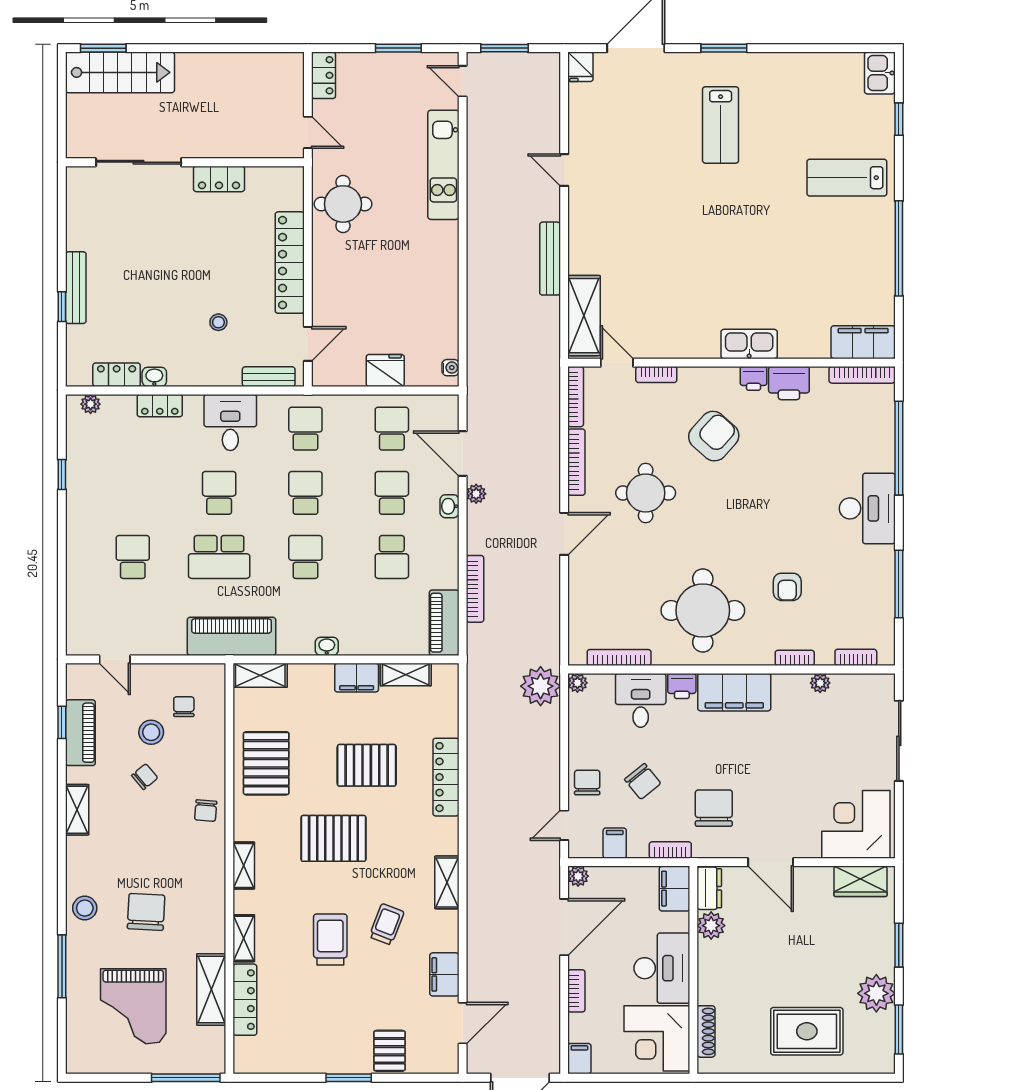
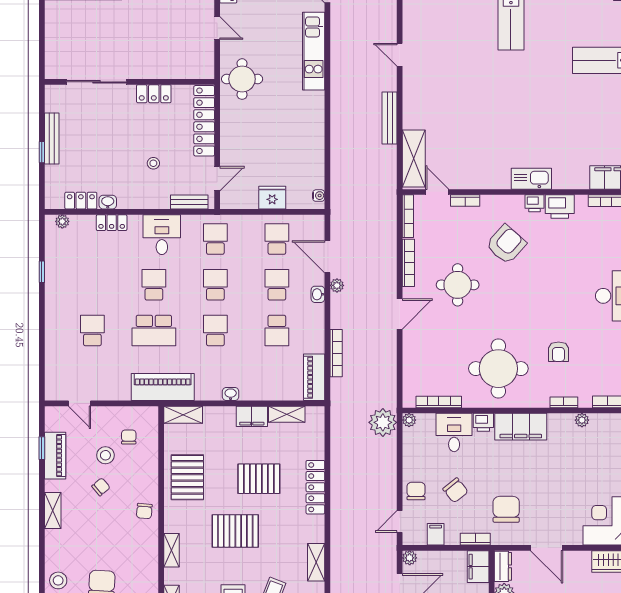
sliding door: (139, 162) -> (97, 82), moved
wall: (185, 162) -> (130, 82), moved
locker: (219, 179) -> (154, 94), moved

